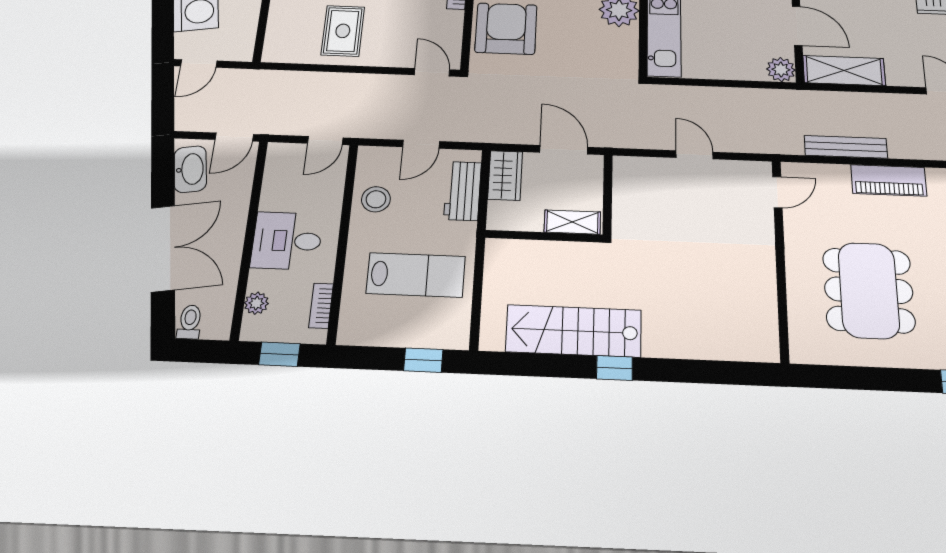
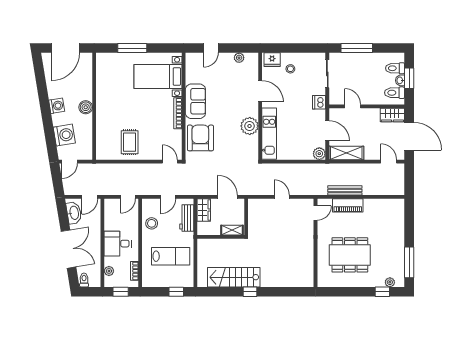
piano: (889, 180) -> (348, 205), moved
dining table: (869, 290) -> (350, 255), turned 90

